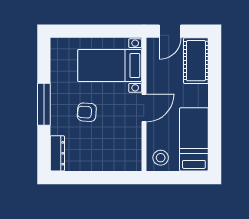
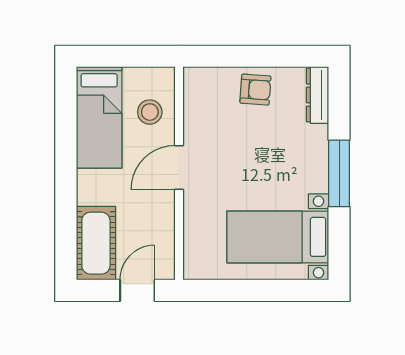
bed with nightstands: (110, 66) -> (278, 237), moved, turned 180
armchair: (87, 112) -> (255, 90), moved
stool: (161, 158) -> (150, 112), moved

